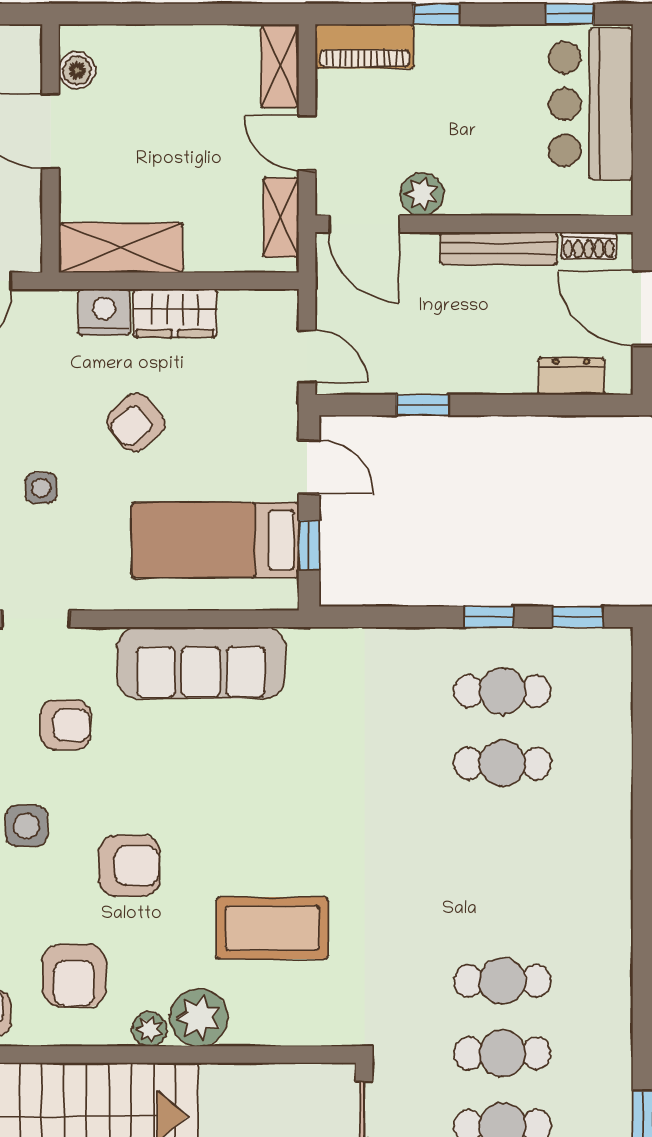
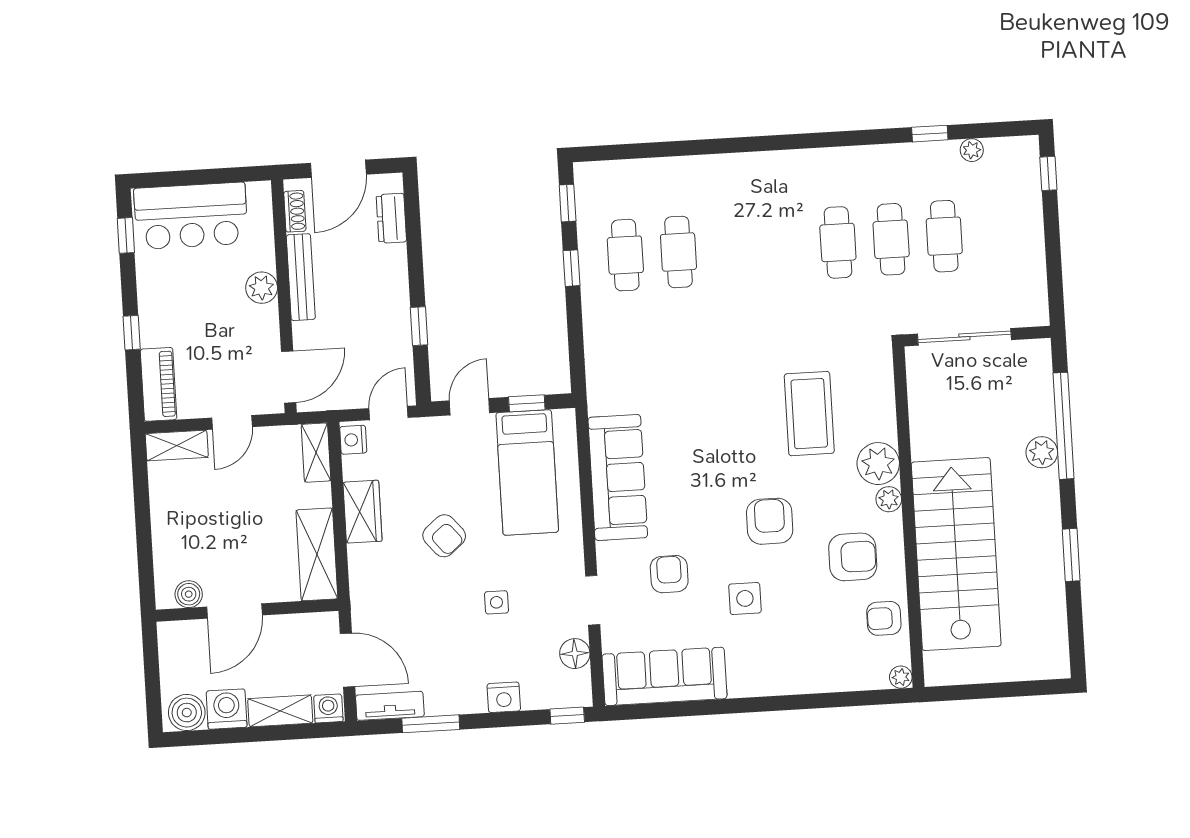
plant: (422, 194) -> (262, 288), moved
shelving: (281, 218) -> (316, 453), moved, turned 90
nightstand: (104, 312) -> (353, 440), moved, width x0.74, depth x0.75

